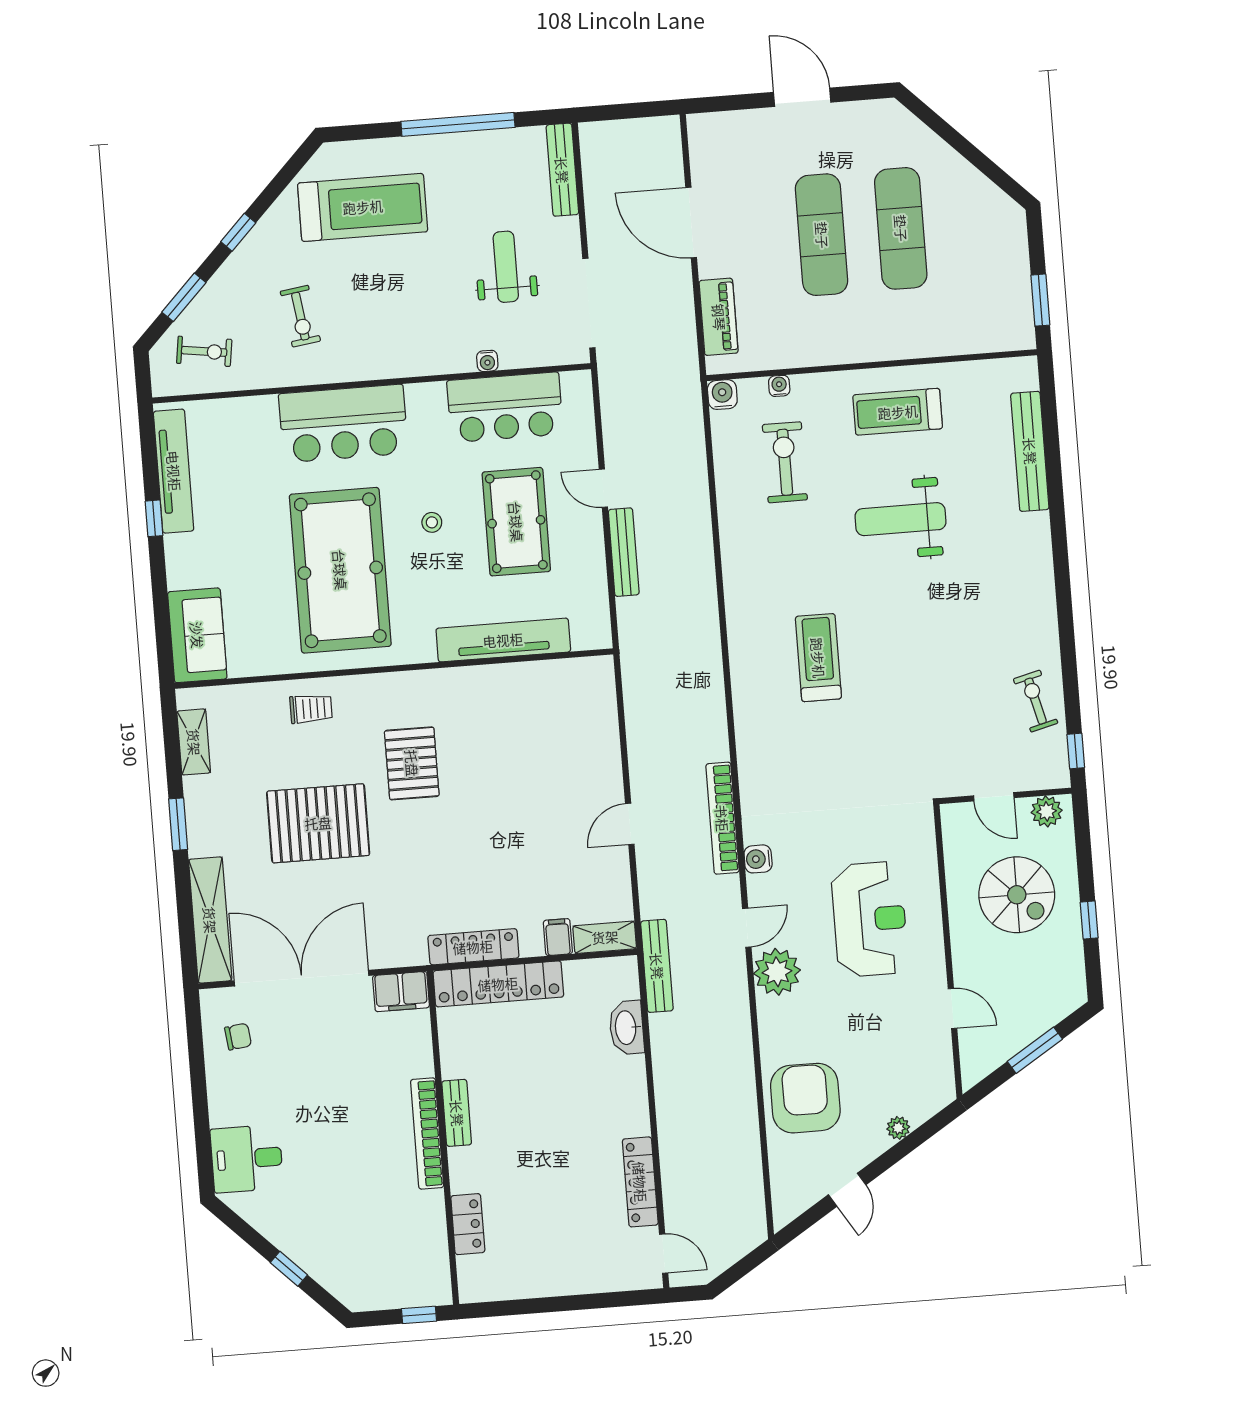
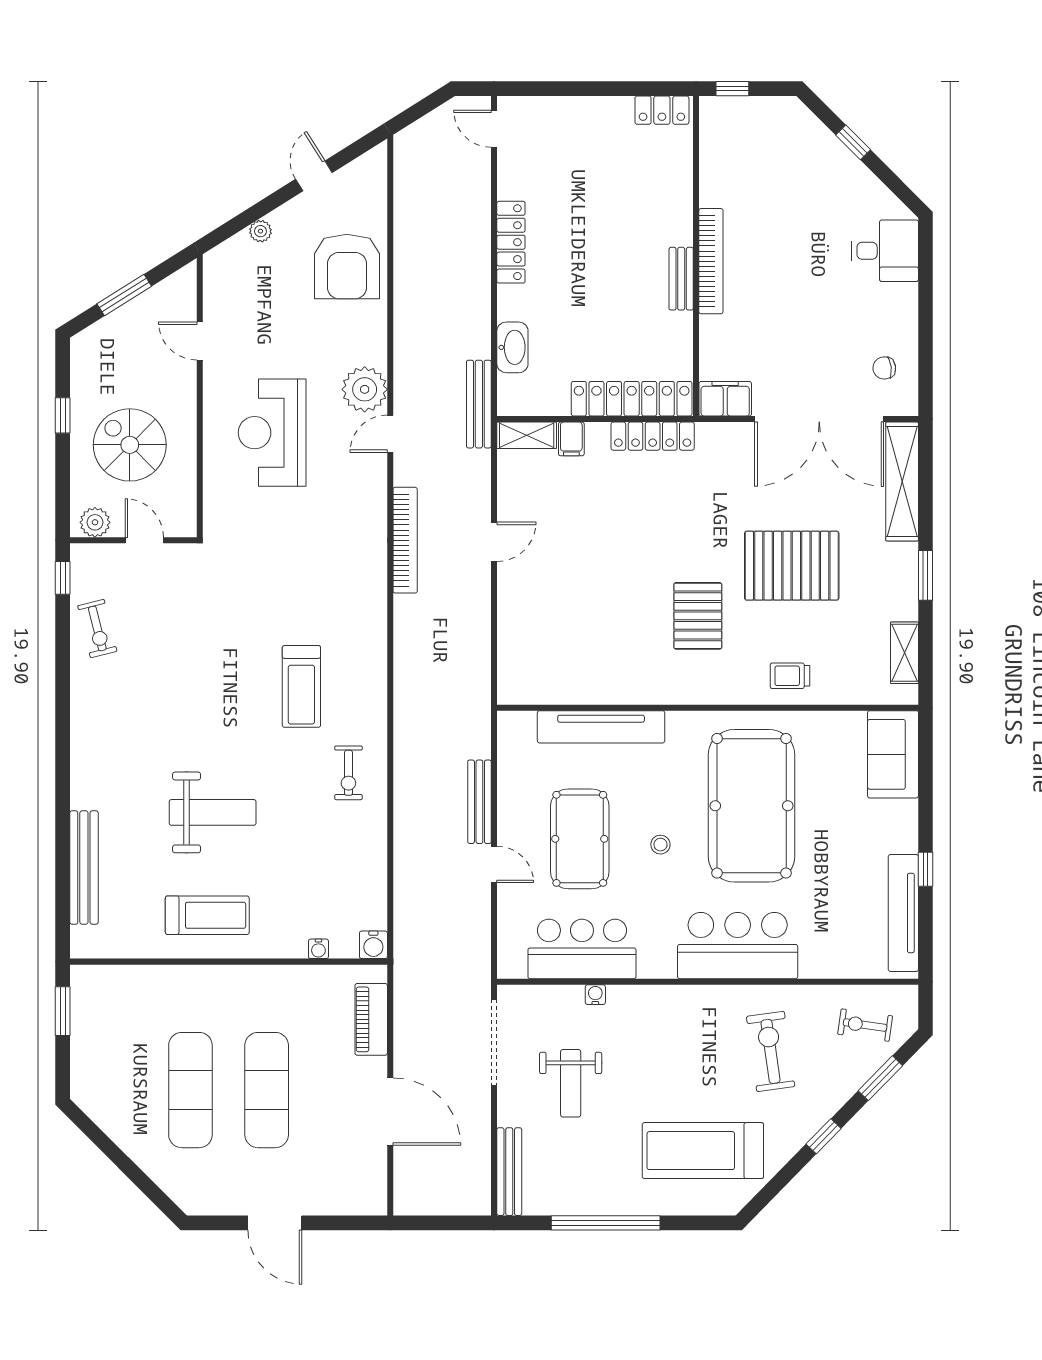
exercise bike: (300, 316) -> (771, 1051), width x1.38, depth x1.39
exercise bike: (785, 462) -> (348, 773), moved, width x0.73, depth x0.72
water cooler: (758, 859) -> (374, 499), removed
locker: (640, 1182) -> (511, 242), moved
locker: (468, 1224) -> (662, 110), moved, turned -90

